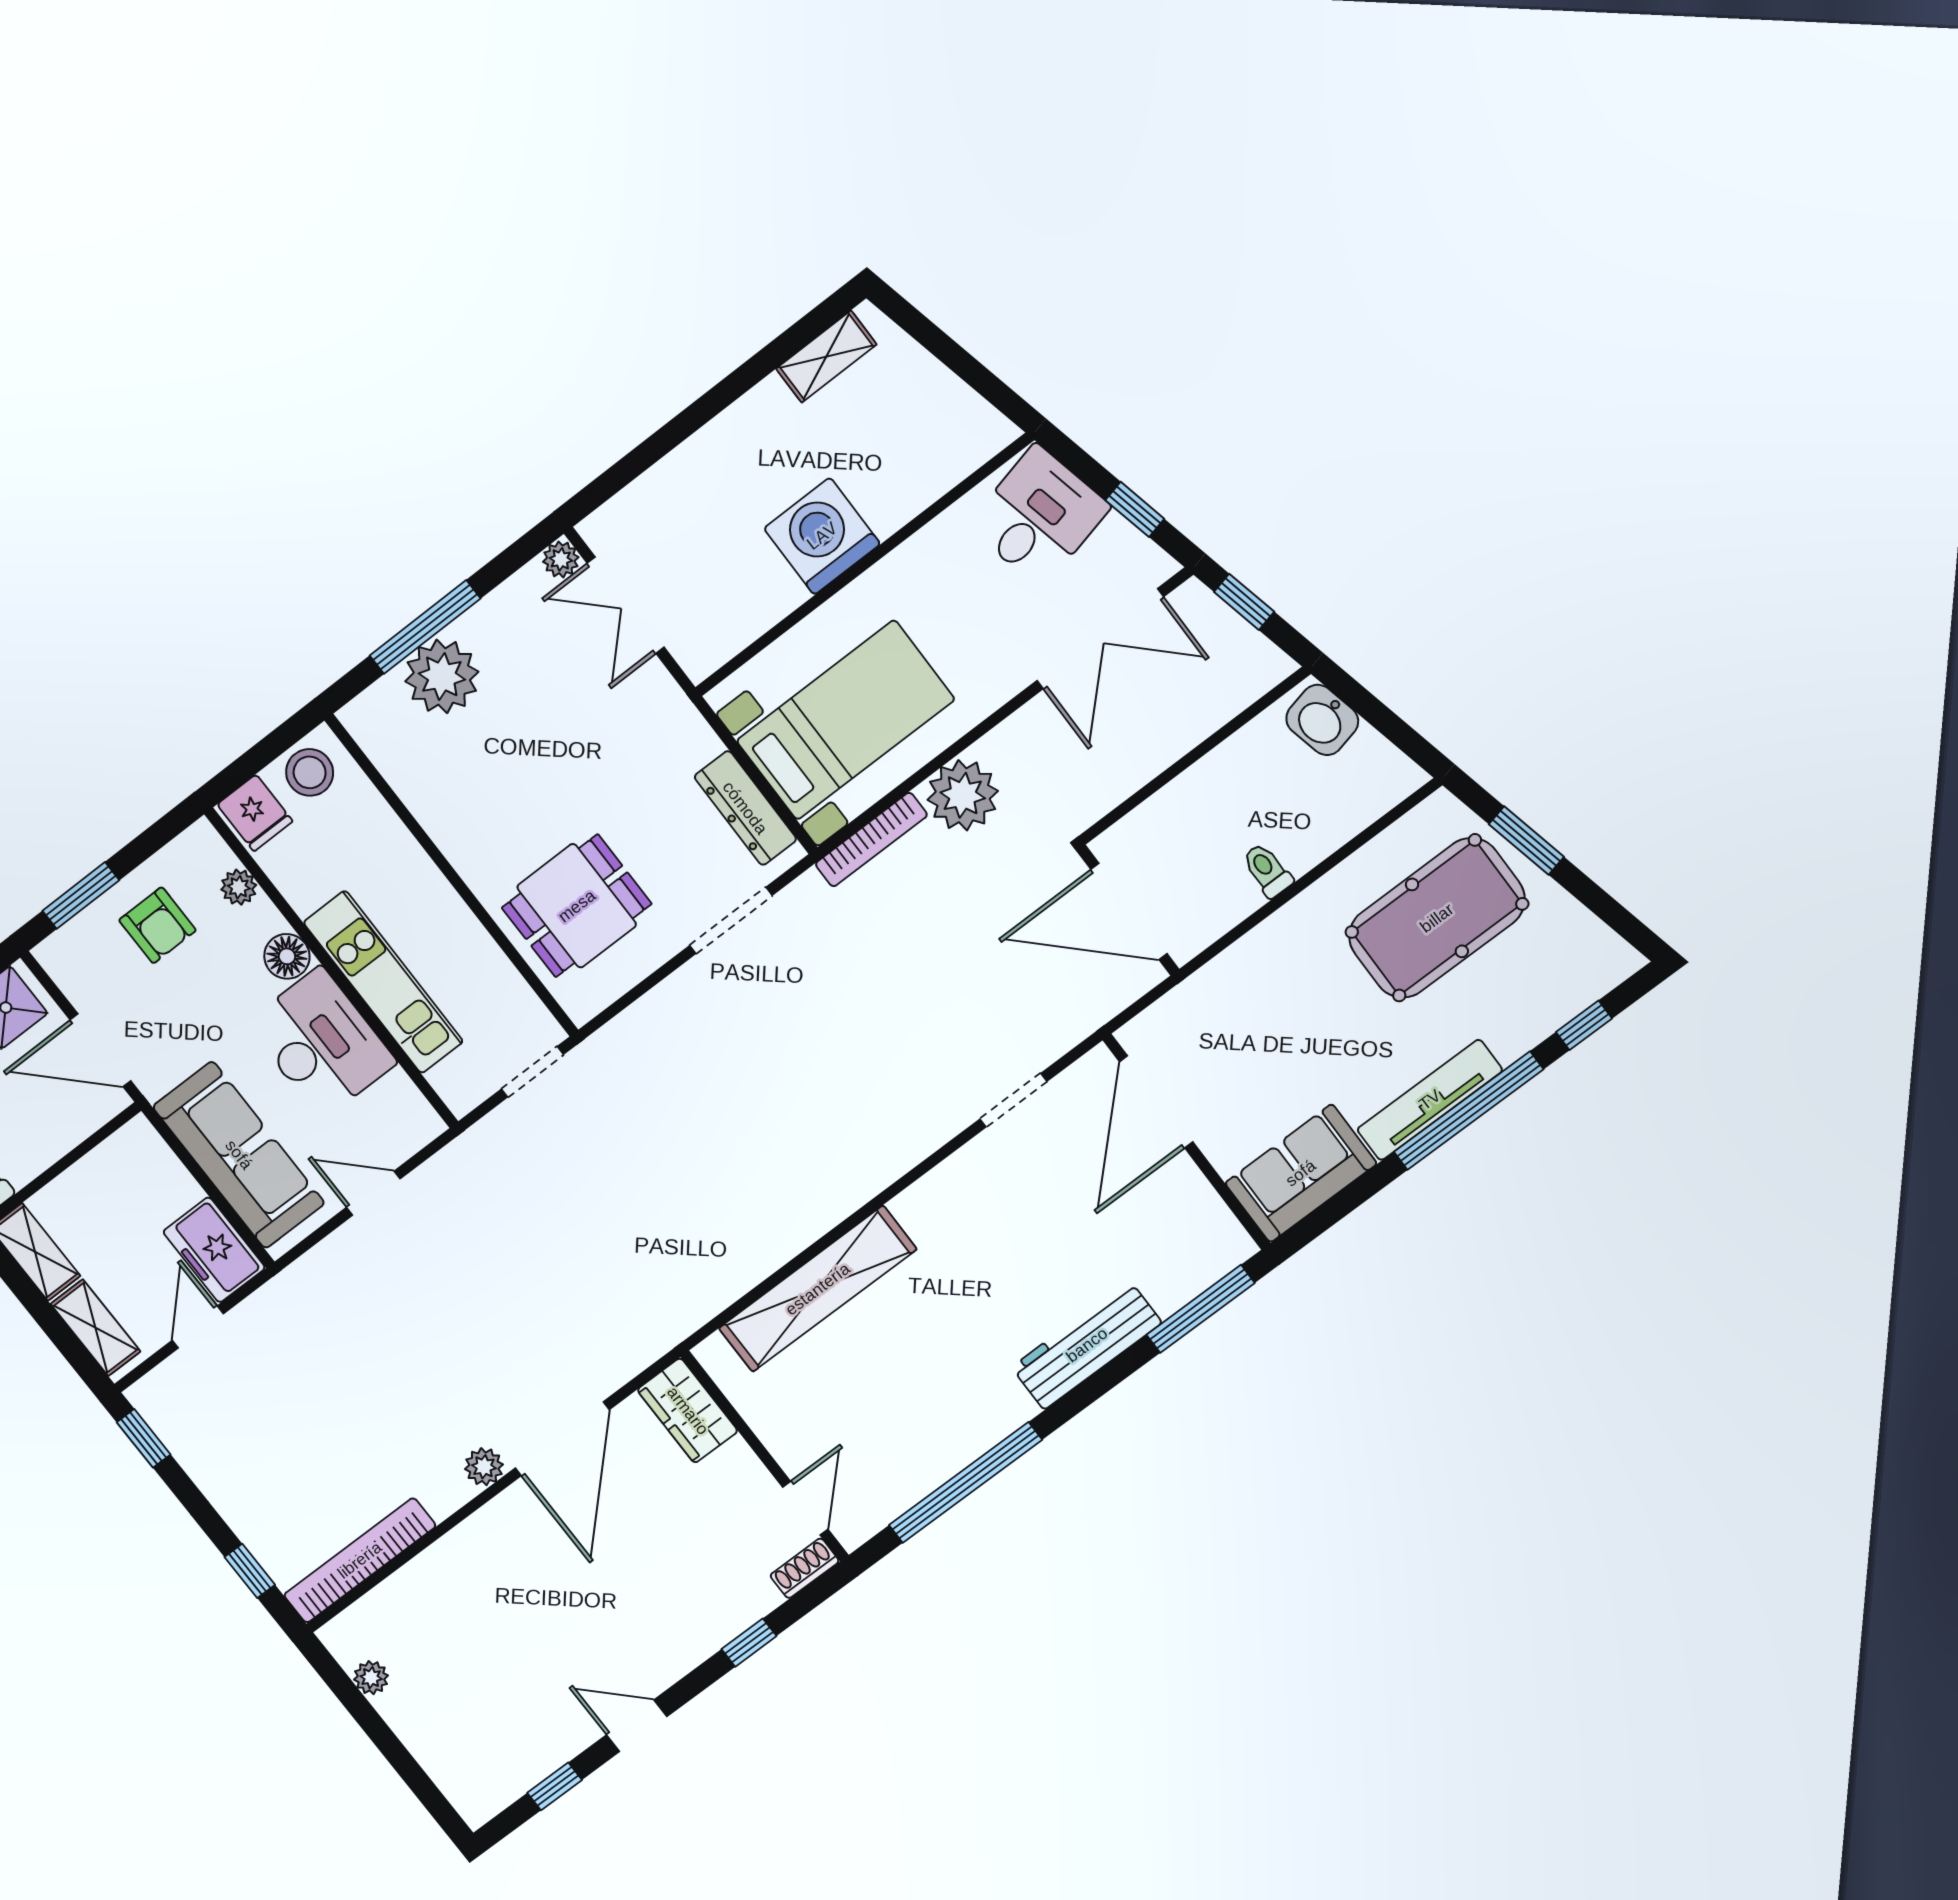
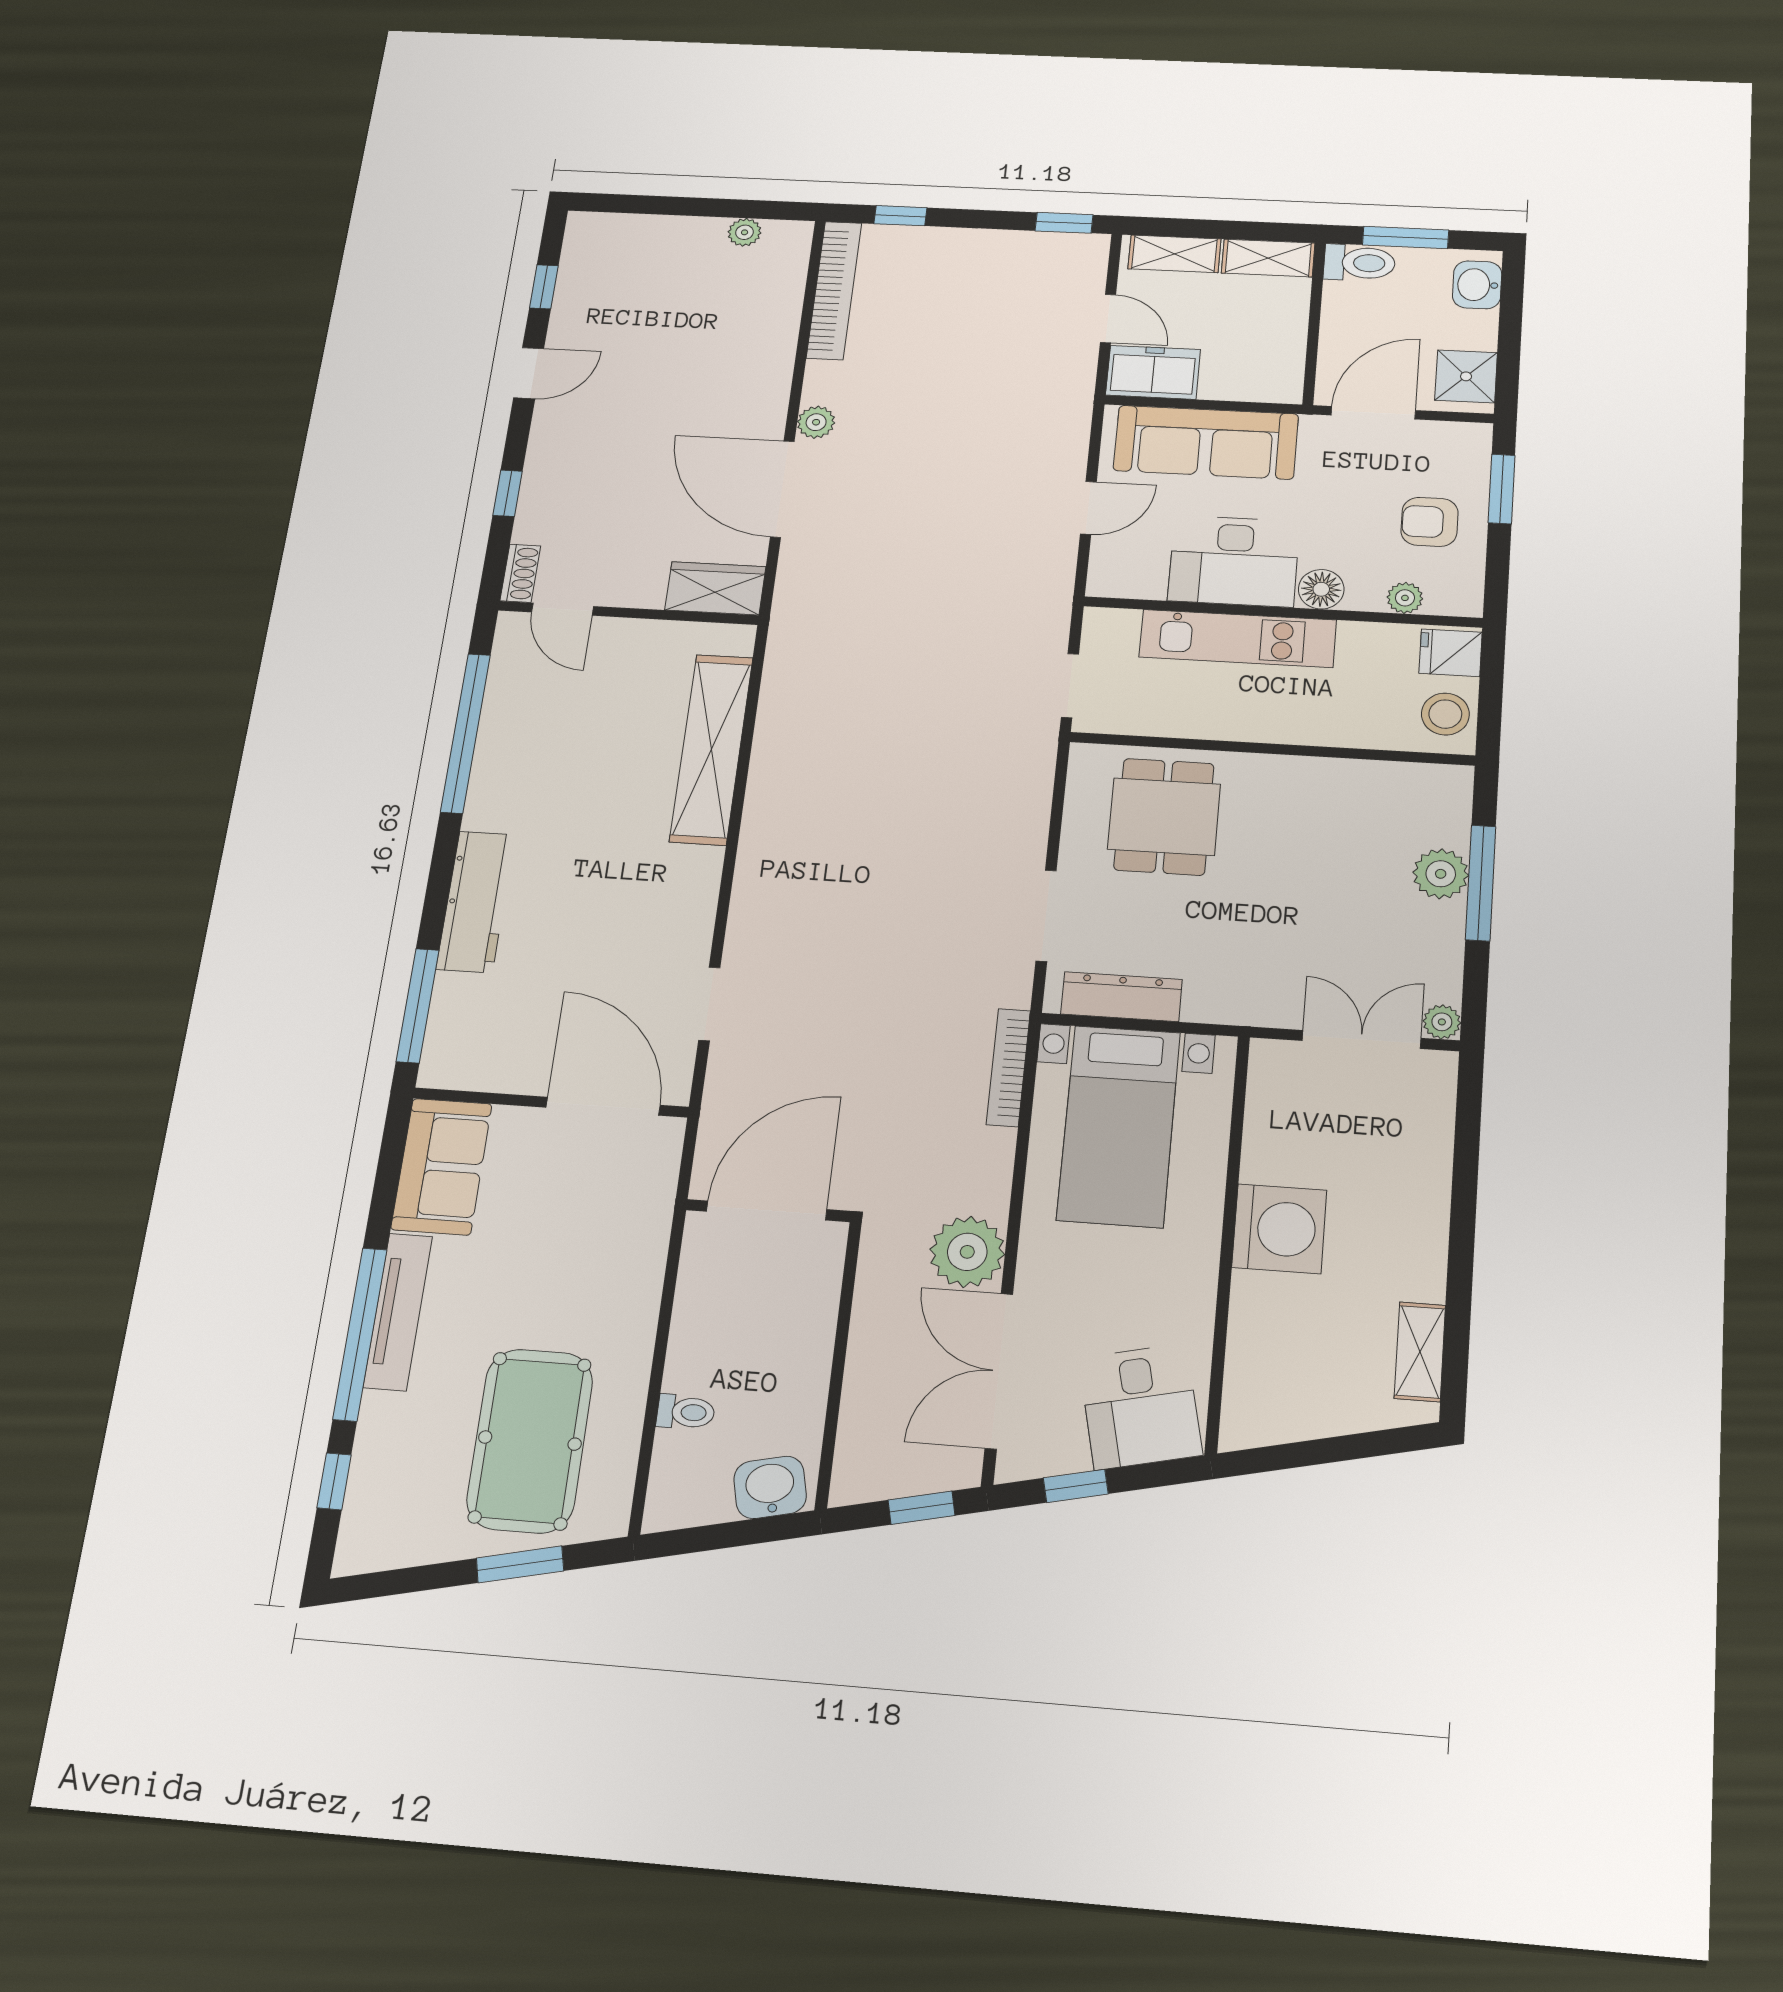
plant: (442, 676) -> (1441, 874), width x0.73, depth x0.73
plant: (963, 795) -> (967, 1252), moved
toilet: (1267, 870) -> (686, 1412), moved

